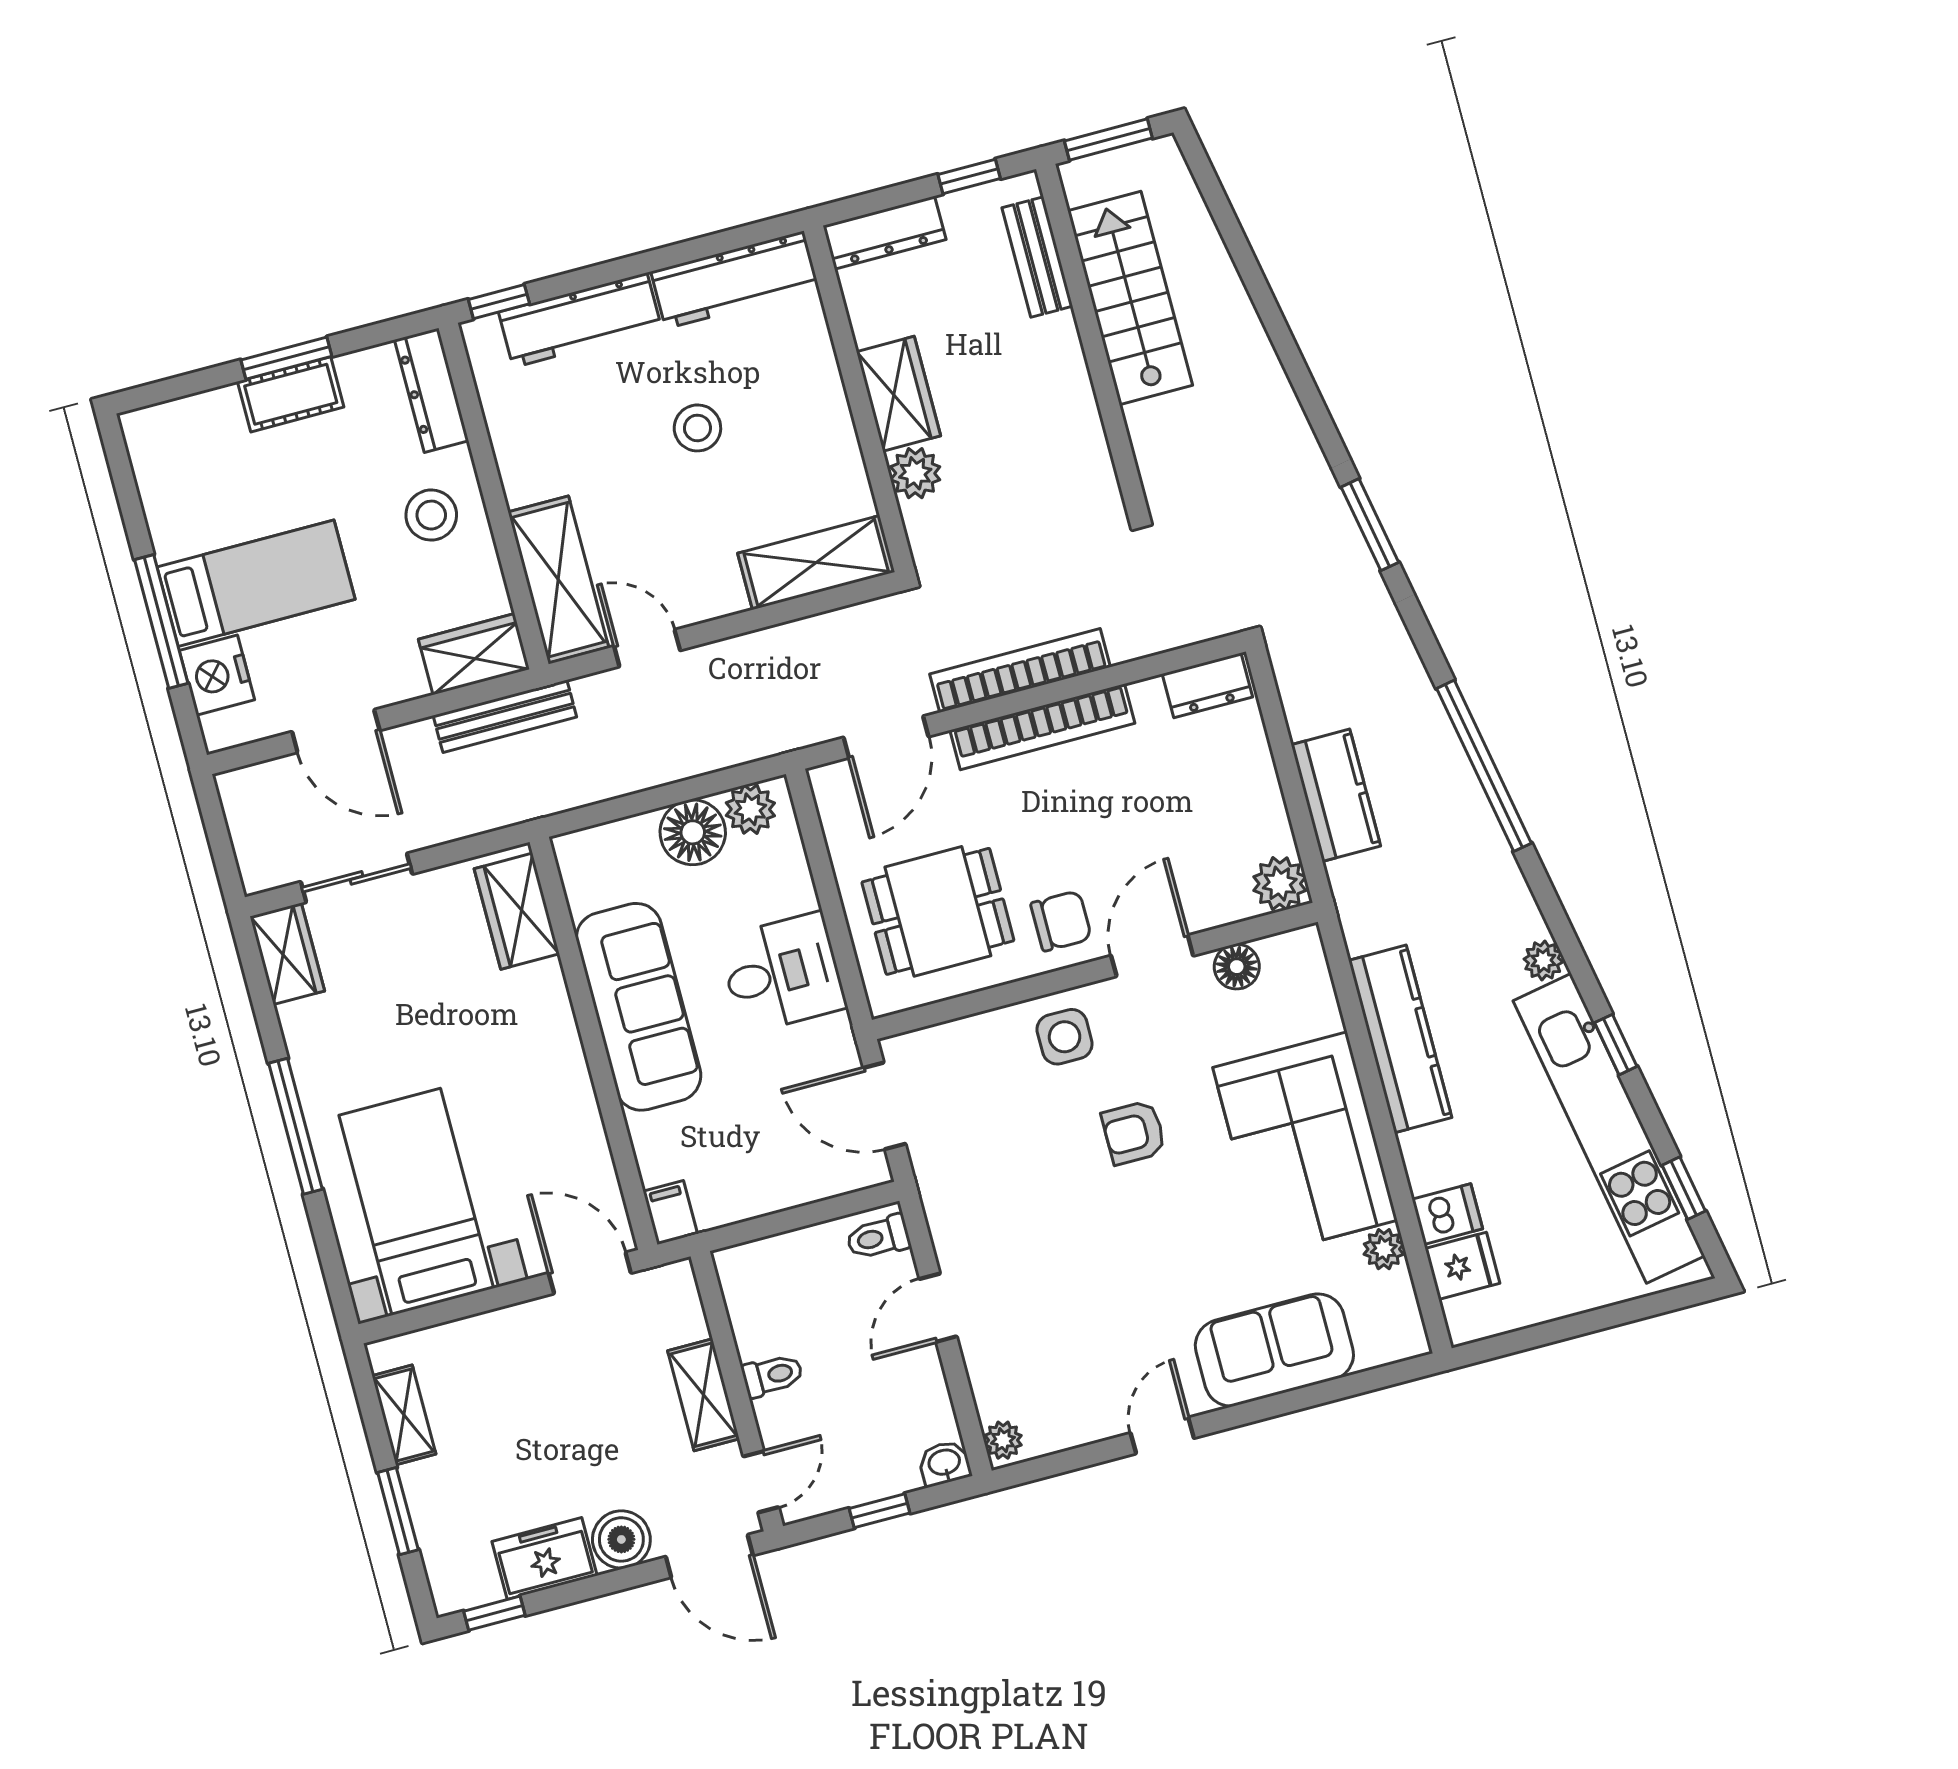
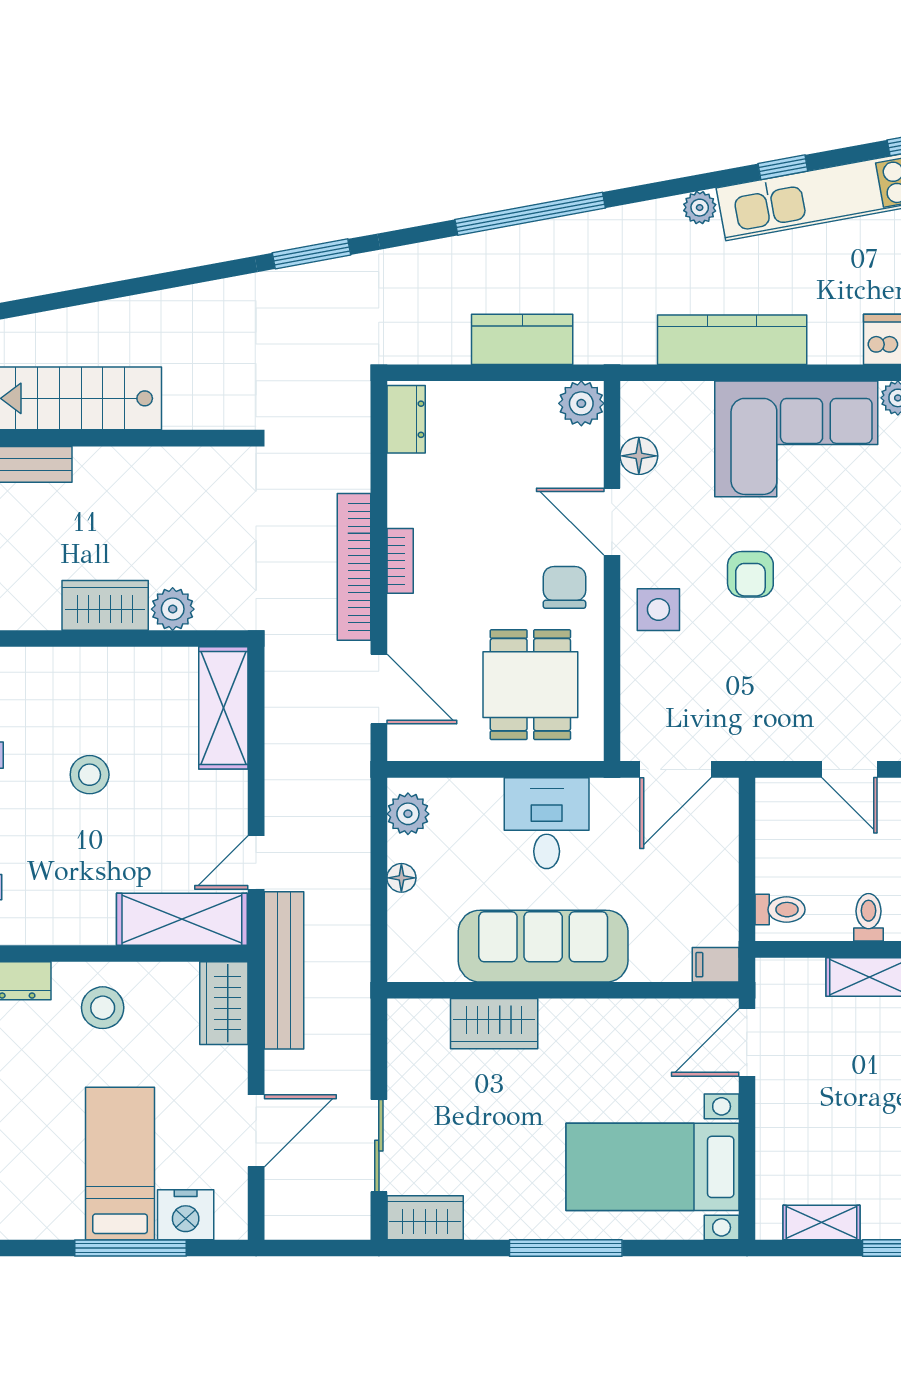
bench: (505, 716) -> (284, 970), width x1.37, depth x1.21
bookcase: (1042, 727) -> (400, 561), width x0.43, depth x0.76
floor lamp: (693, 832) -> (401, 878), width x0.53, depth x0.53
wardrobe: (517, 911) -> (494, 1024), moved
toilet: (878, 1237) -> (780, 910), moved, turned -90

